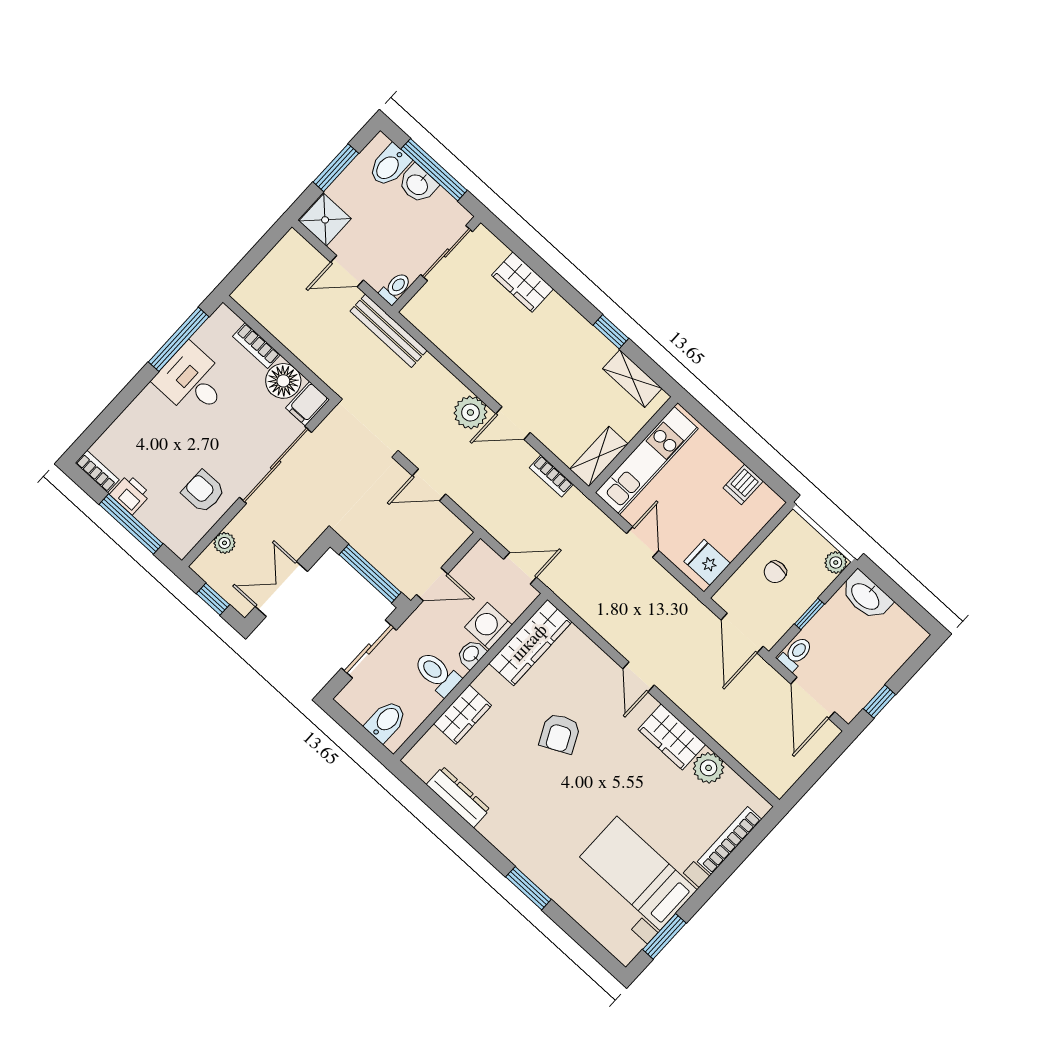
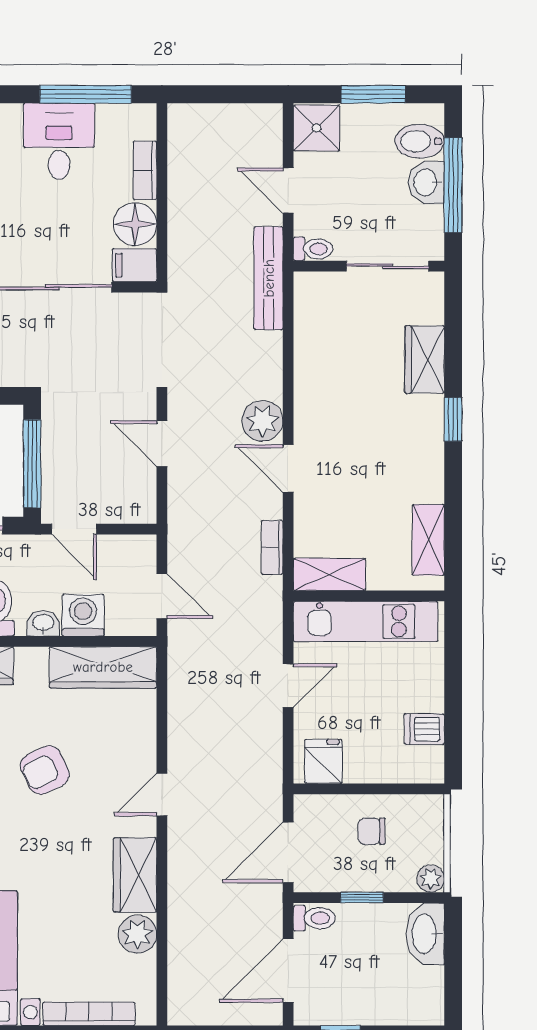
window: (611, 332) -> (453, 419), moved

